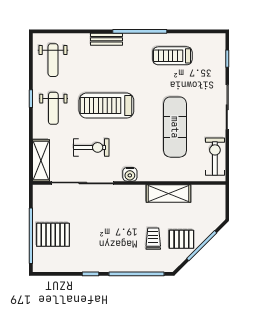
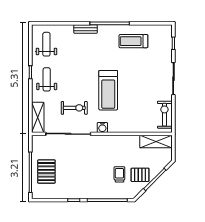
weight bench: (53, 60) -> (46, 44), turned 180
treadmill: (106, 106) -> (108, 90), moved, turned -90
weight bench: (53, 108) -> (47, 79), turned 180
exercise mat: (175, 127) -> (135, 93), removed
shelving: (169, 194) -> (156, 142), moved
pallet: (53, 235) -> (46, 172), turned 90

